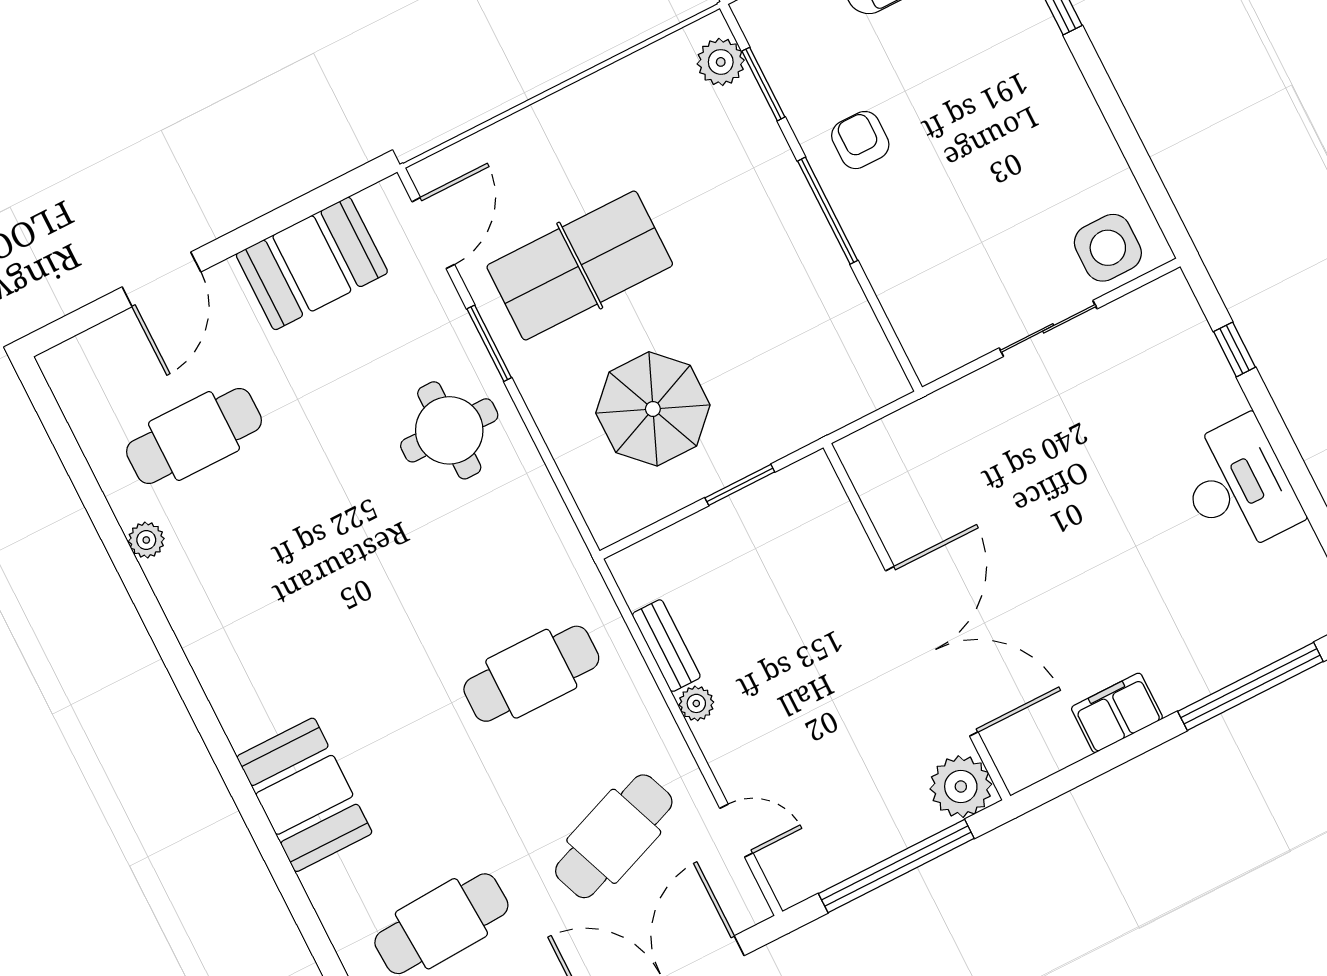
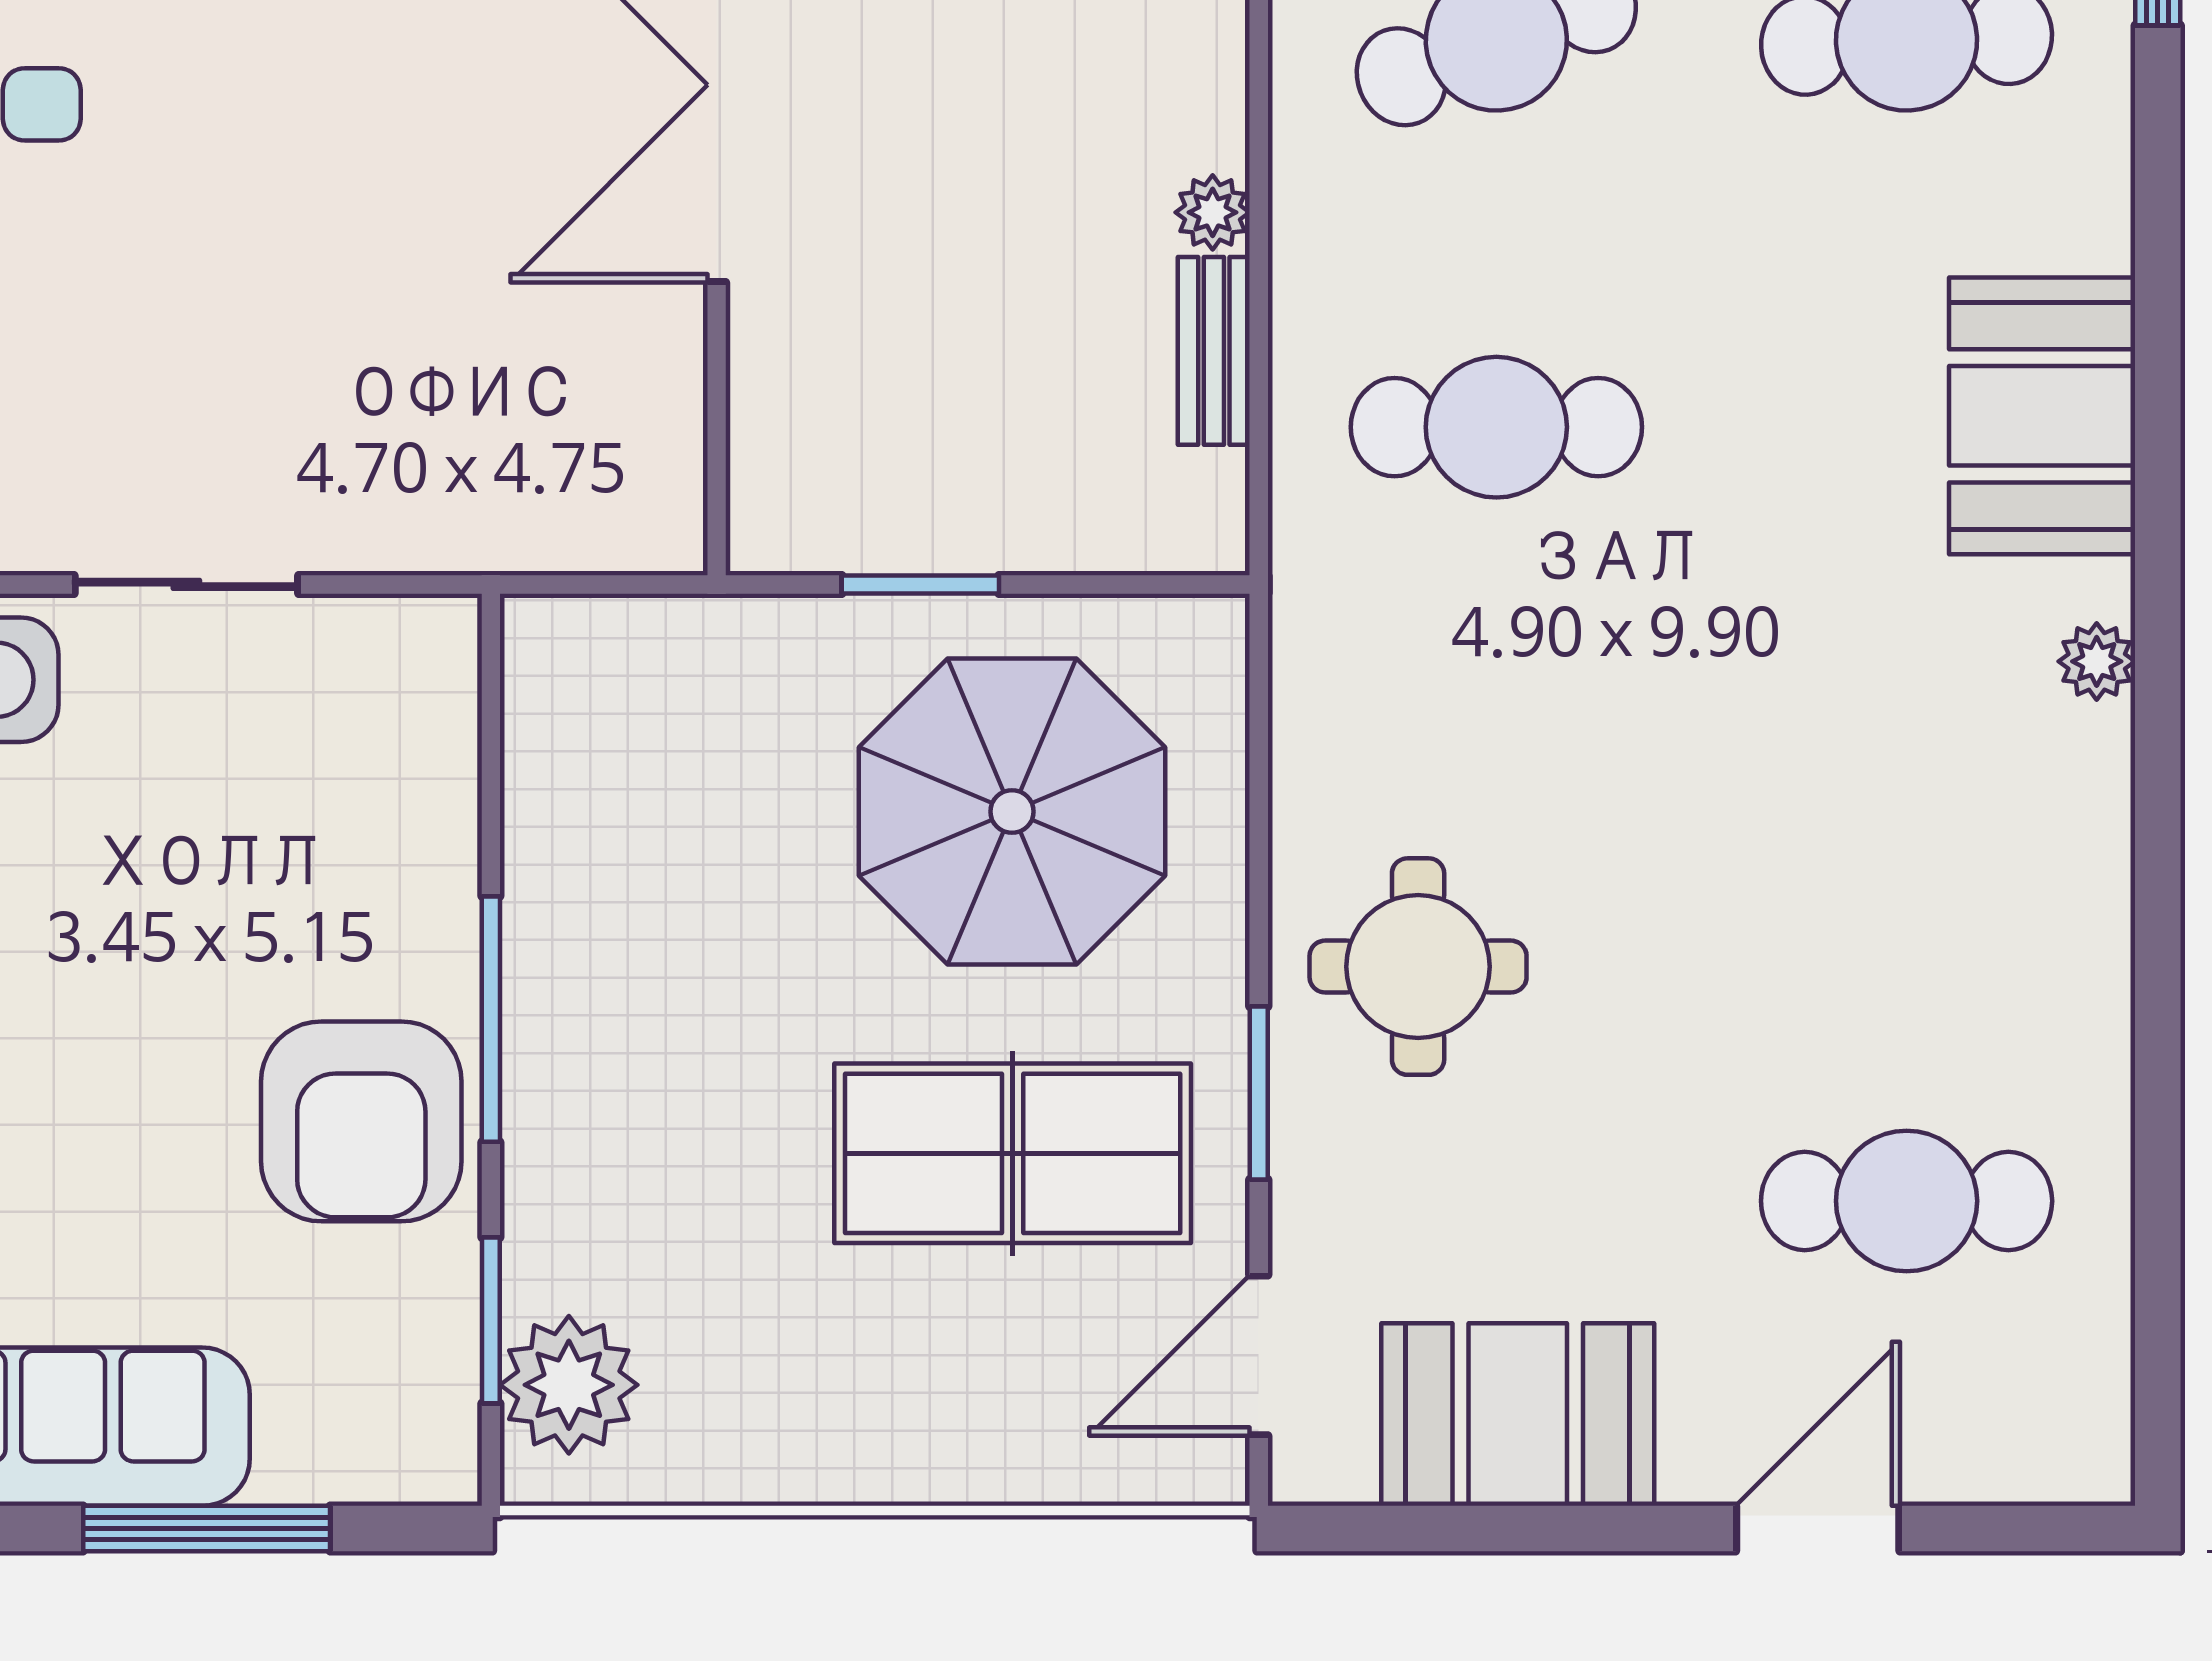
plant: (721, 62) -> (569, 1385), width x1.36, depth x1.36
armchair: (860, 140) -> (361, 1121), width x1.88, depth x1.88
parasol: (653, 409) -> (1012, 812), width x1.36, depth x1.36
plant: (146, 540) -> (2097, 661), moved

